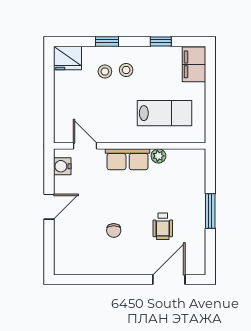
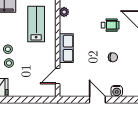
plant: (158, 156) -> (64, 12), moved
water cooler: (62, 166) -> (117, 91), moved

